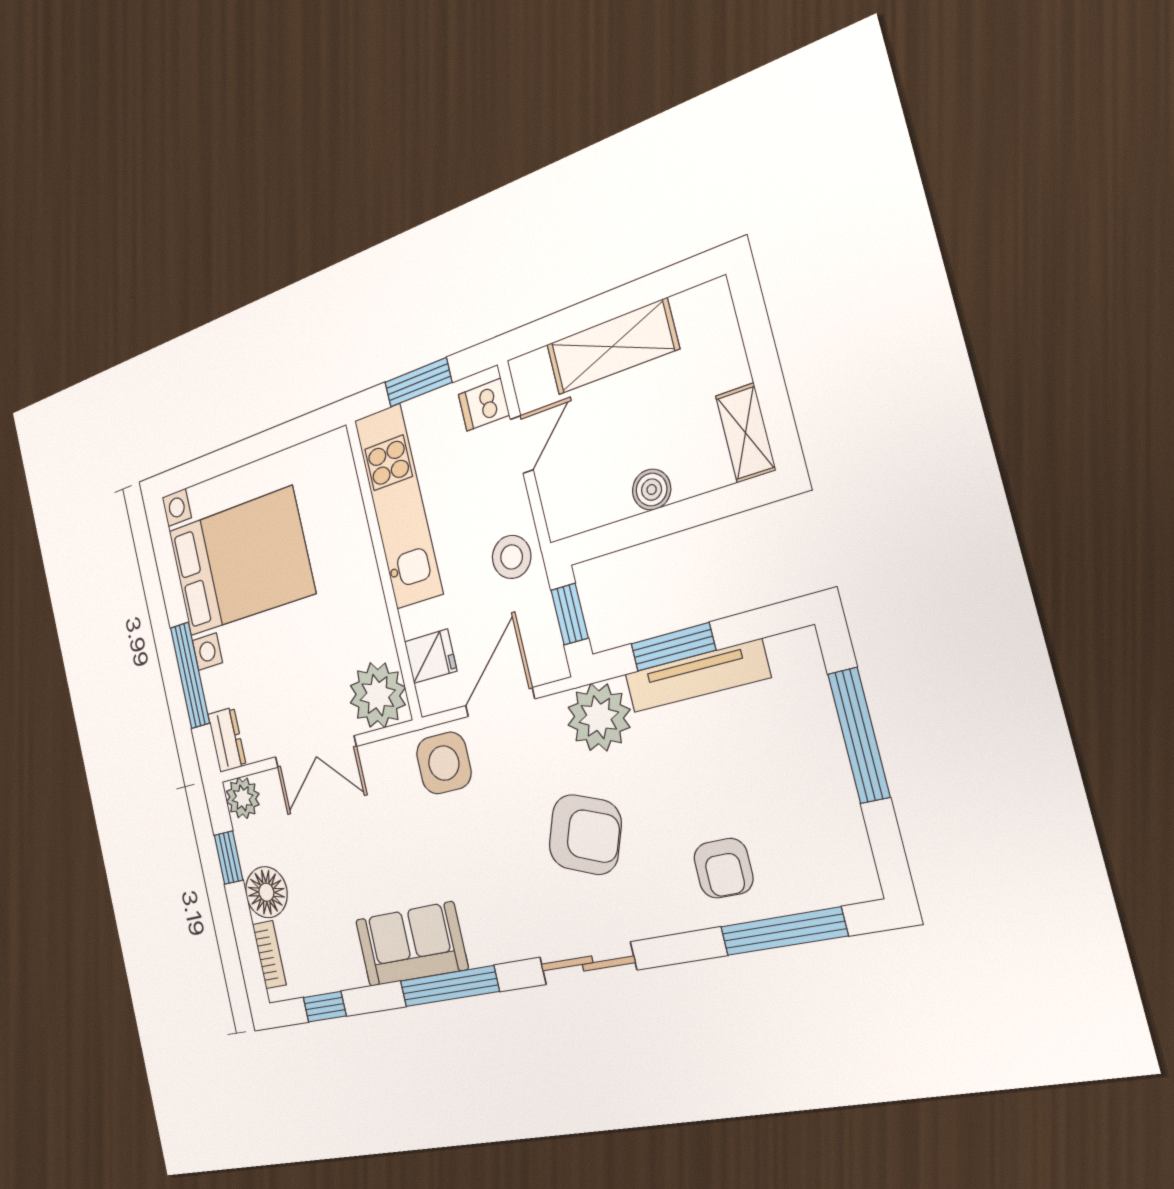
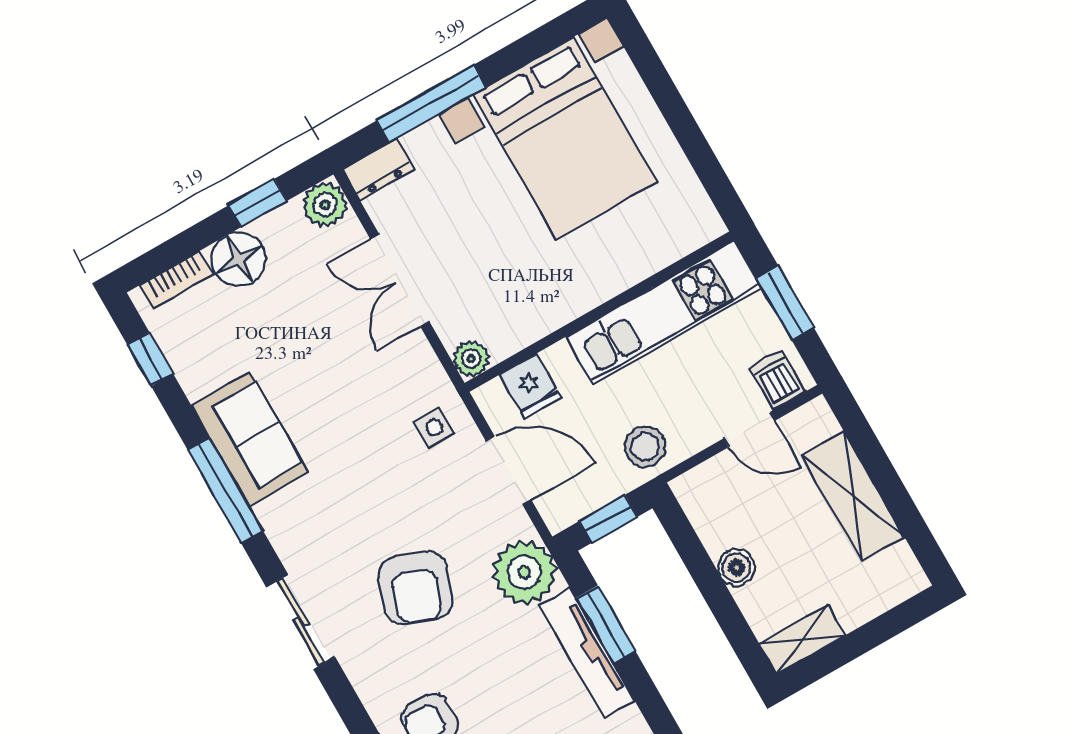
plant: (378, 695) -> (471, 359), width x0.53, depth x0.53
side table: (444, 763) -> (434, 427), width x0.54, depth x0.54

